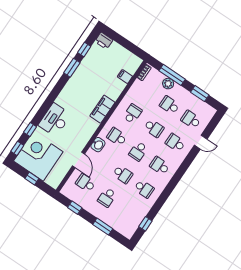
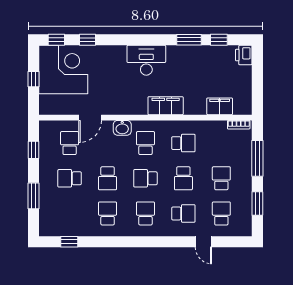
filing cabinet: (125, 77) -> (220, 106), width x2.00
plant: (168, 84) -> (245, 160), removed
desk: (55, 120) -> (146, 60), moved
school desk: (175, 143) -> (183, 213), turned 90
school desk: (144, 189) -> (108, 213), turned 180

